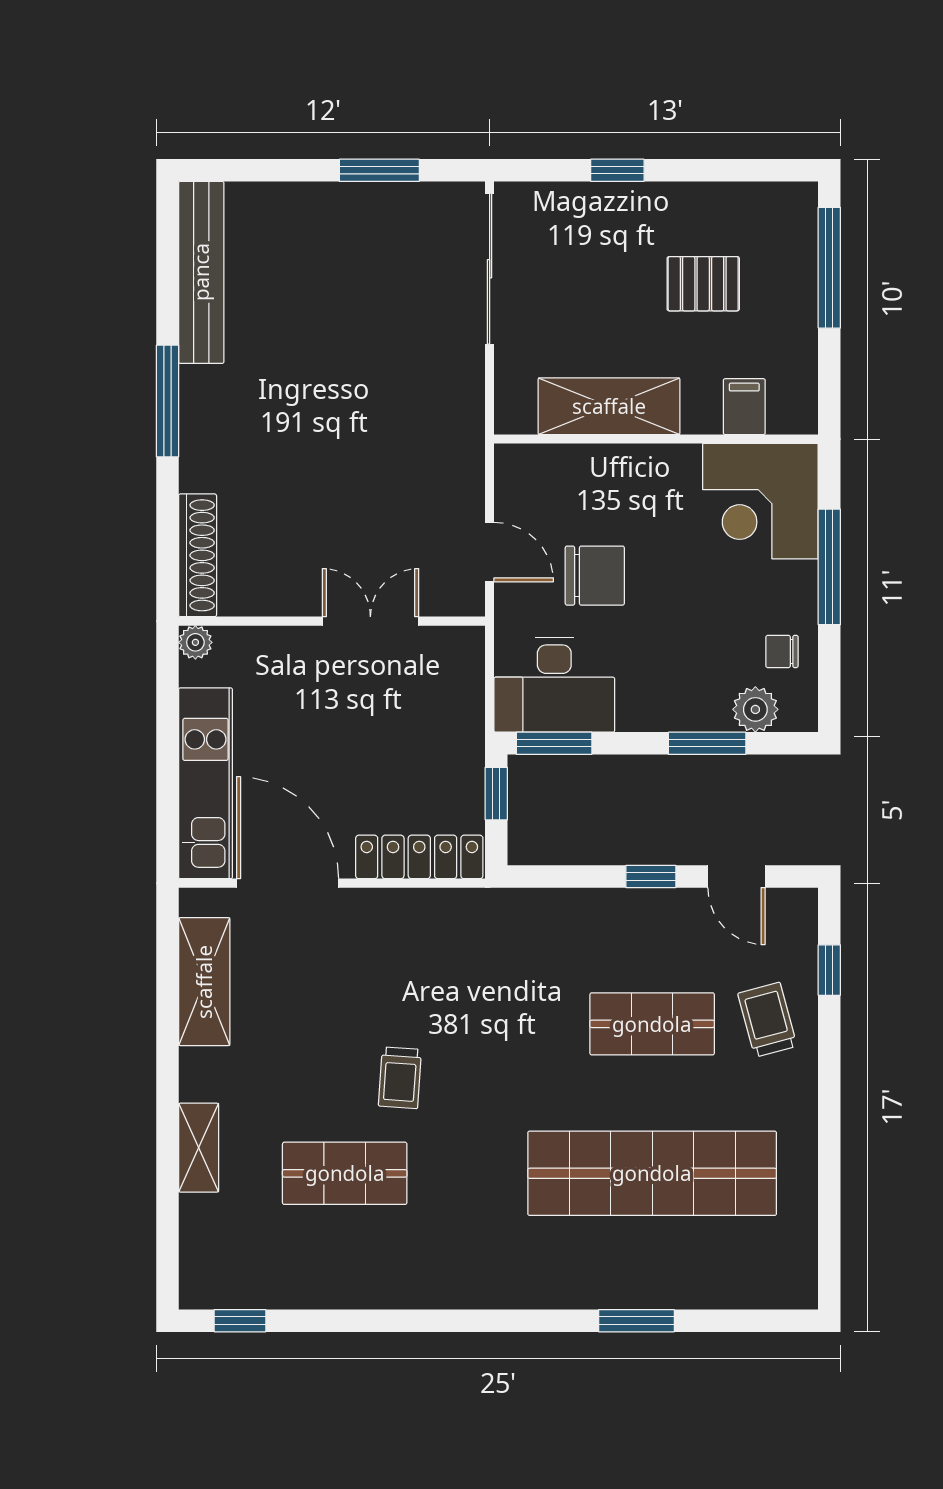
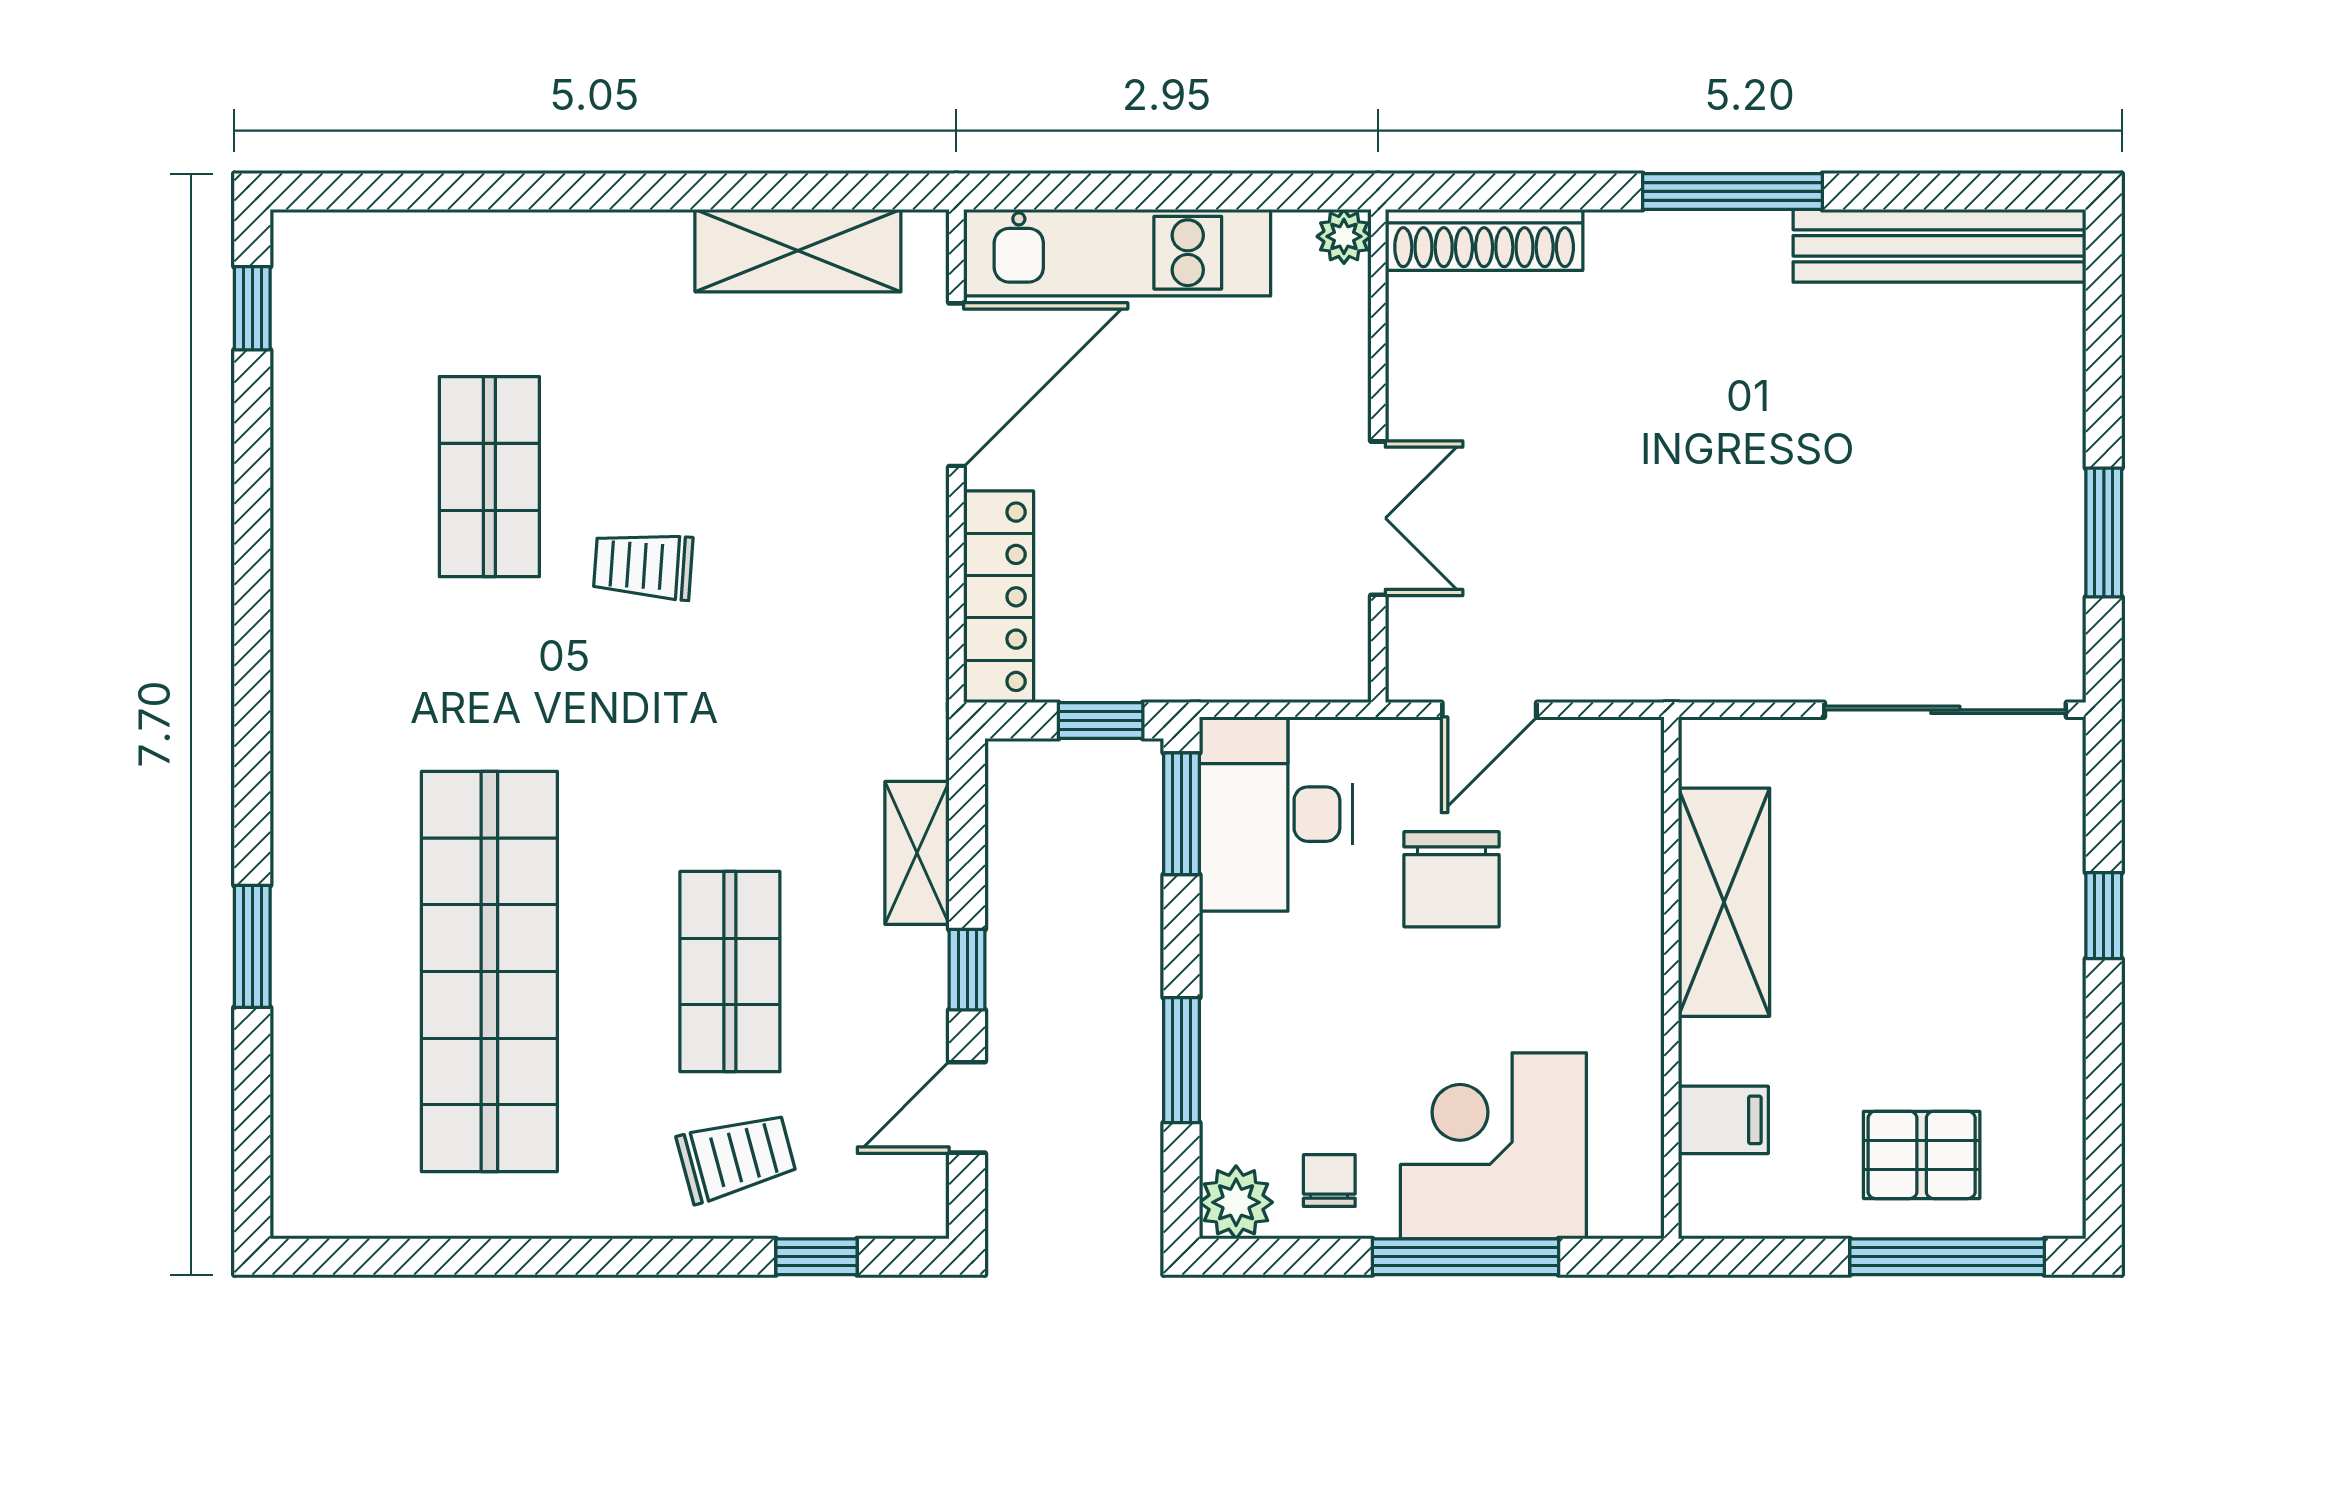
pallet: (703, 284) -> (1922, 1155), moved, turned 90
corner desk: (760, 501) -> (1493, 1146), moved
plant: (755, 709) -> (1236, 1202), moved
shelving: (199, 1148) -> (917, 853), moved, turned 90

